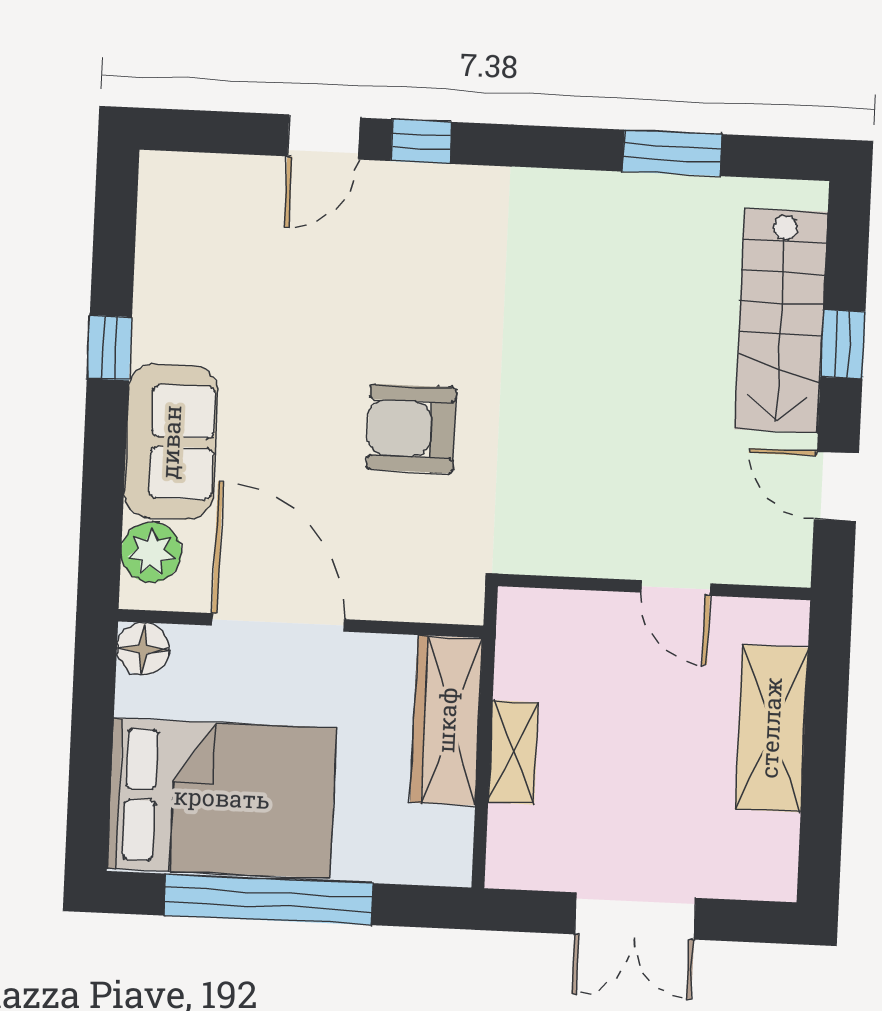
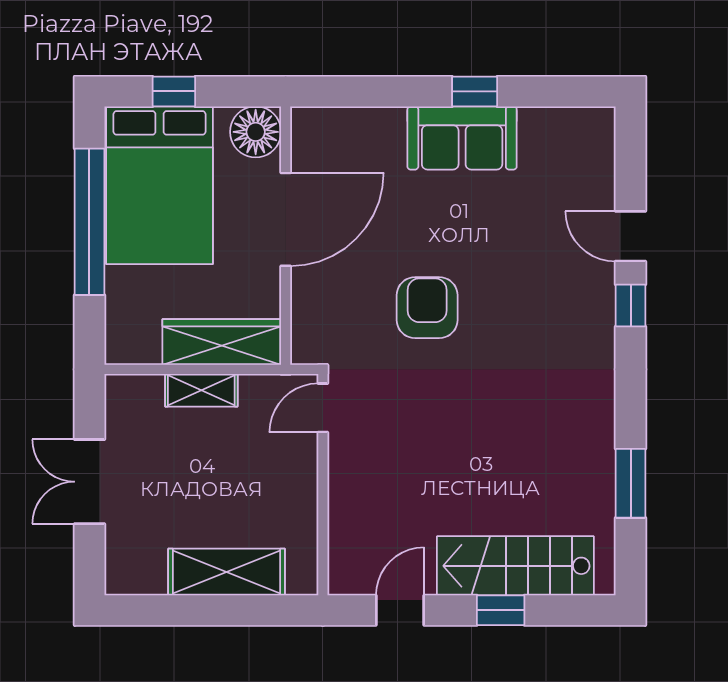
sofa: (171, 442) -> (462, 138), moved
plant: (151, 552) -> (331, 128), removed
door: (676, 588) -> (323, 408), moved
floor lamp: (143, 649) -> (256, 132), width x1.38, depth x1.38
window: (90, 772) -> (174, 91), added

